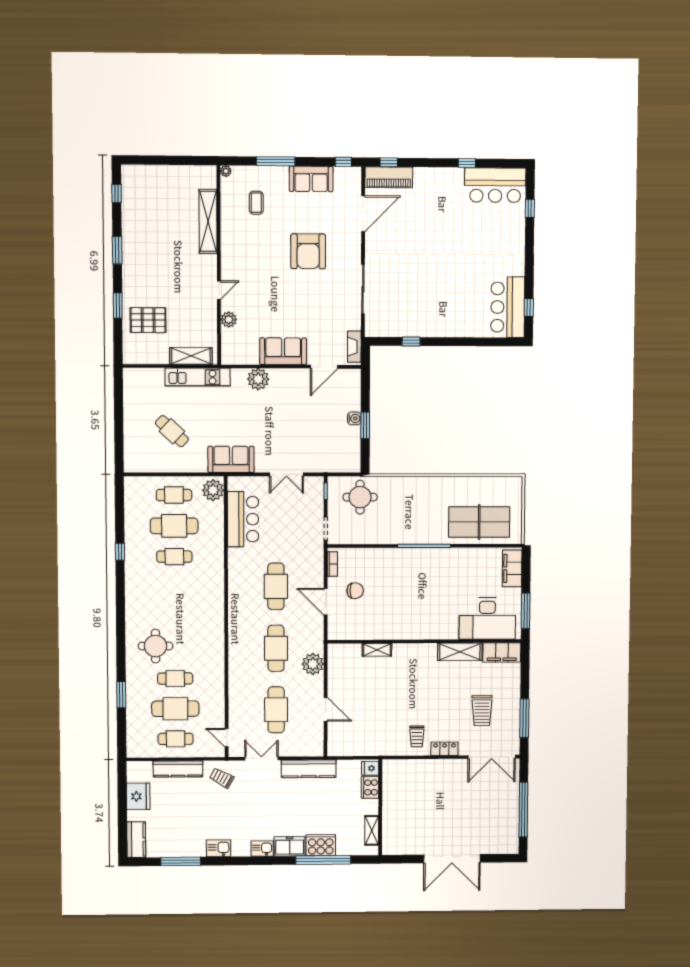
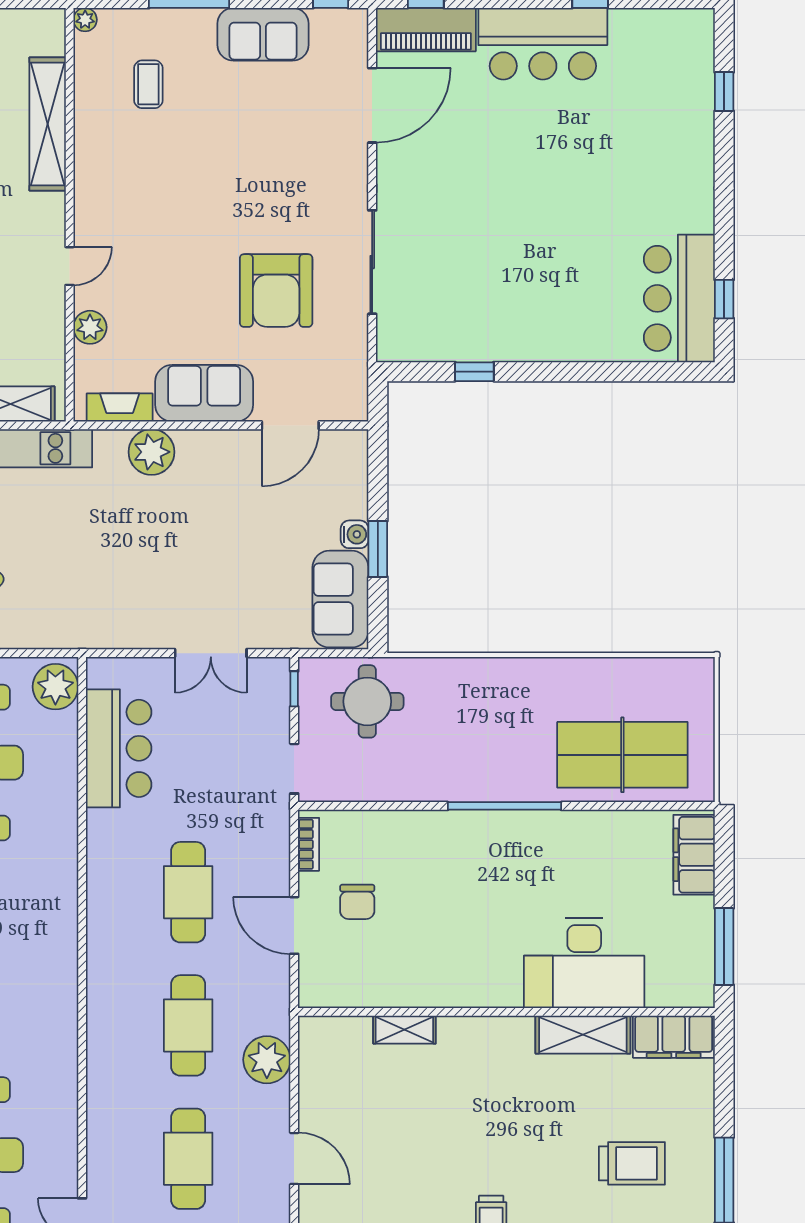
bar counter: (495, 185) -> (543, 44), moved
armchair: (308, 251) -> (276, 291), moved
fireplace: (354, 347) -> (120, 407), moved, turned 90
sofa: (231, 459) -> (340, 599), moved, turned -90
chair: (355, 591) -> (357, 902), turned 90
desk: (487, 619) -> (584, 963), moved
trolley: (482, 711) -> (632, 1163), turned -90

